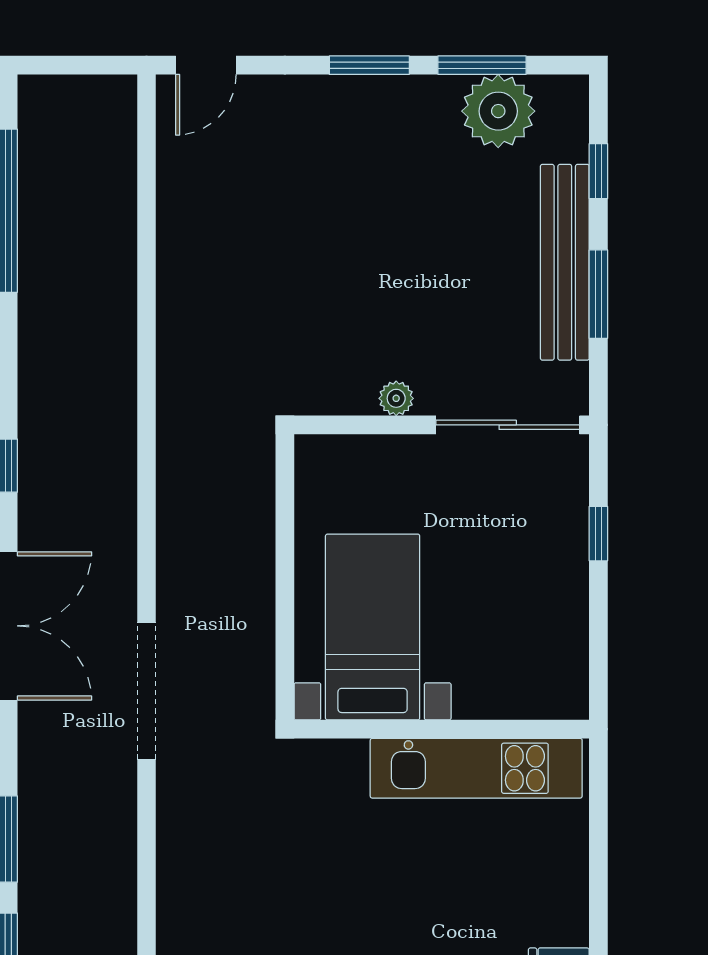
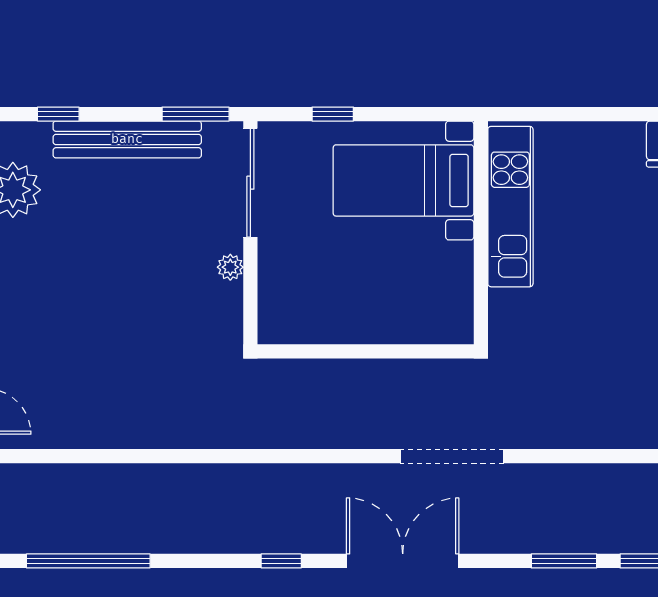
window: (598, 294) -> (196, 114), moved
bed with nightstands: (373, 627) -> (403, 180), moved

